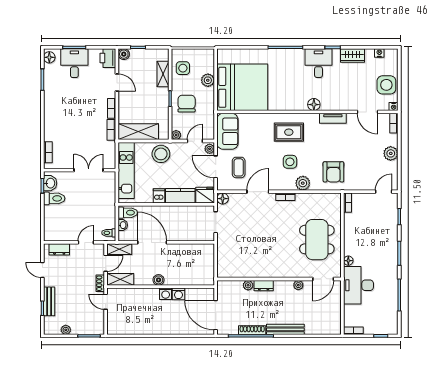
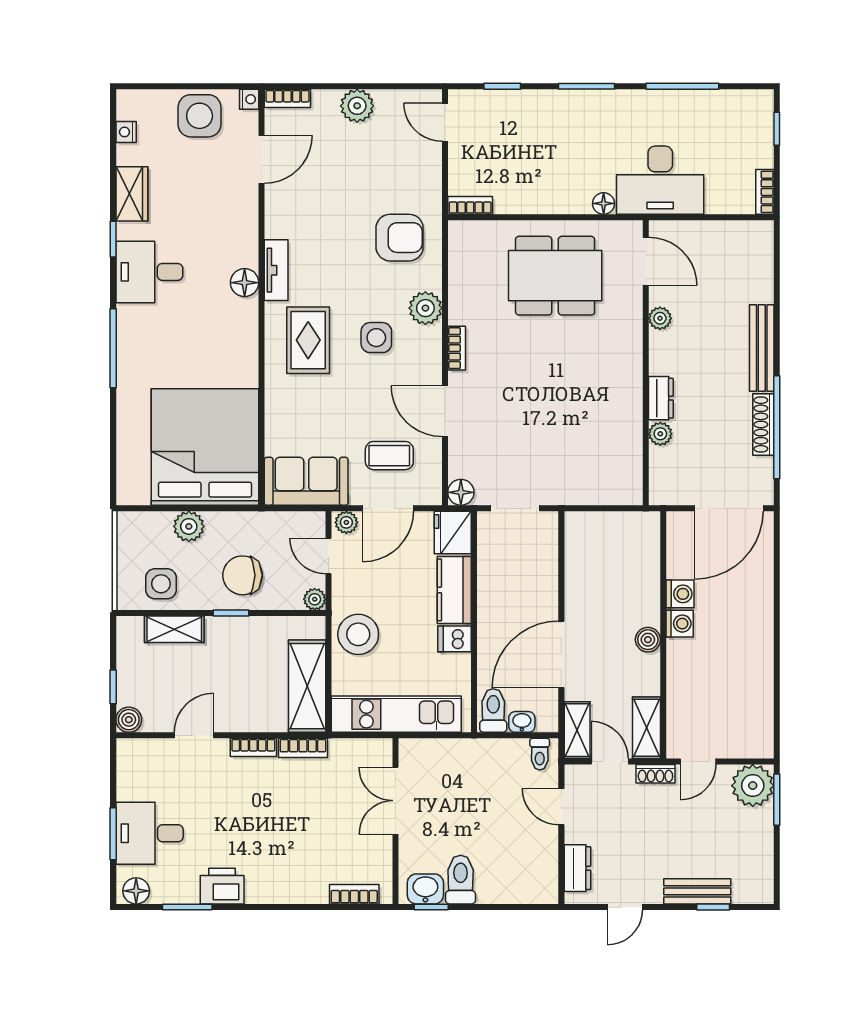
printer: (108, 58) -> (222, 886), moved, turned 180
tv unit: (333, 118) -> (276, 270), moved
plant: (66, 330) -> (753, 786), moved, width x1.87, depth x1.87

